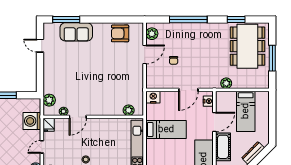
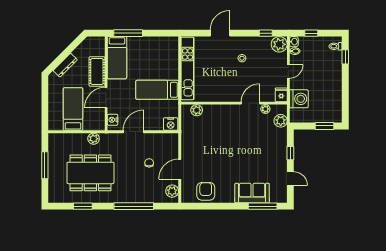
armchair: (120, 33) -> (206, 191), turned -90
dining table: (247, 46) -> (90, 173), moved, turned 90
window: (40, 70) -> (290, 153), added

